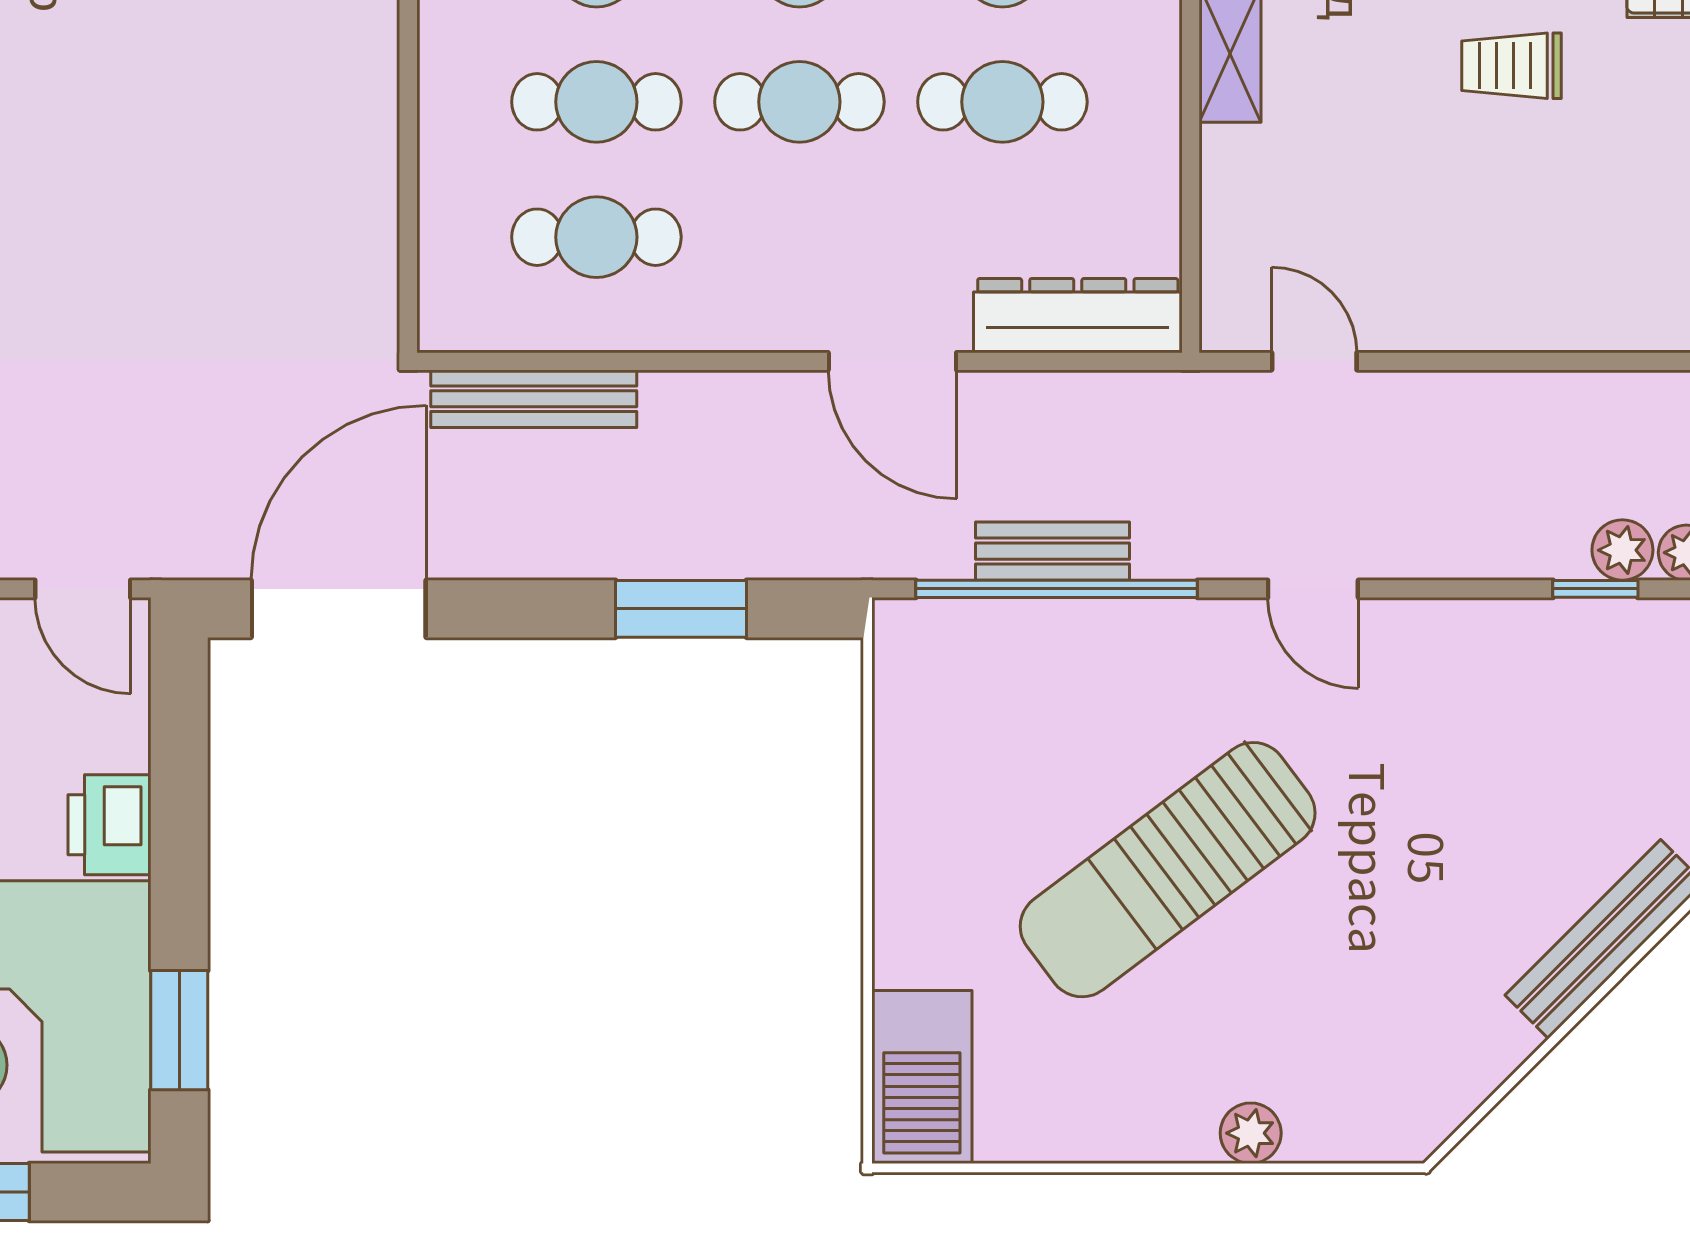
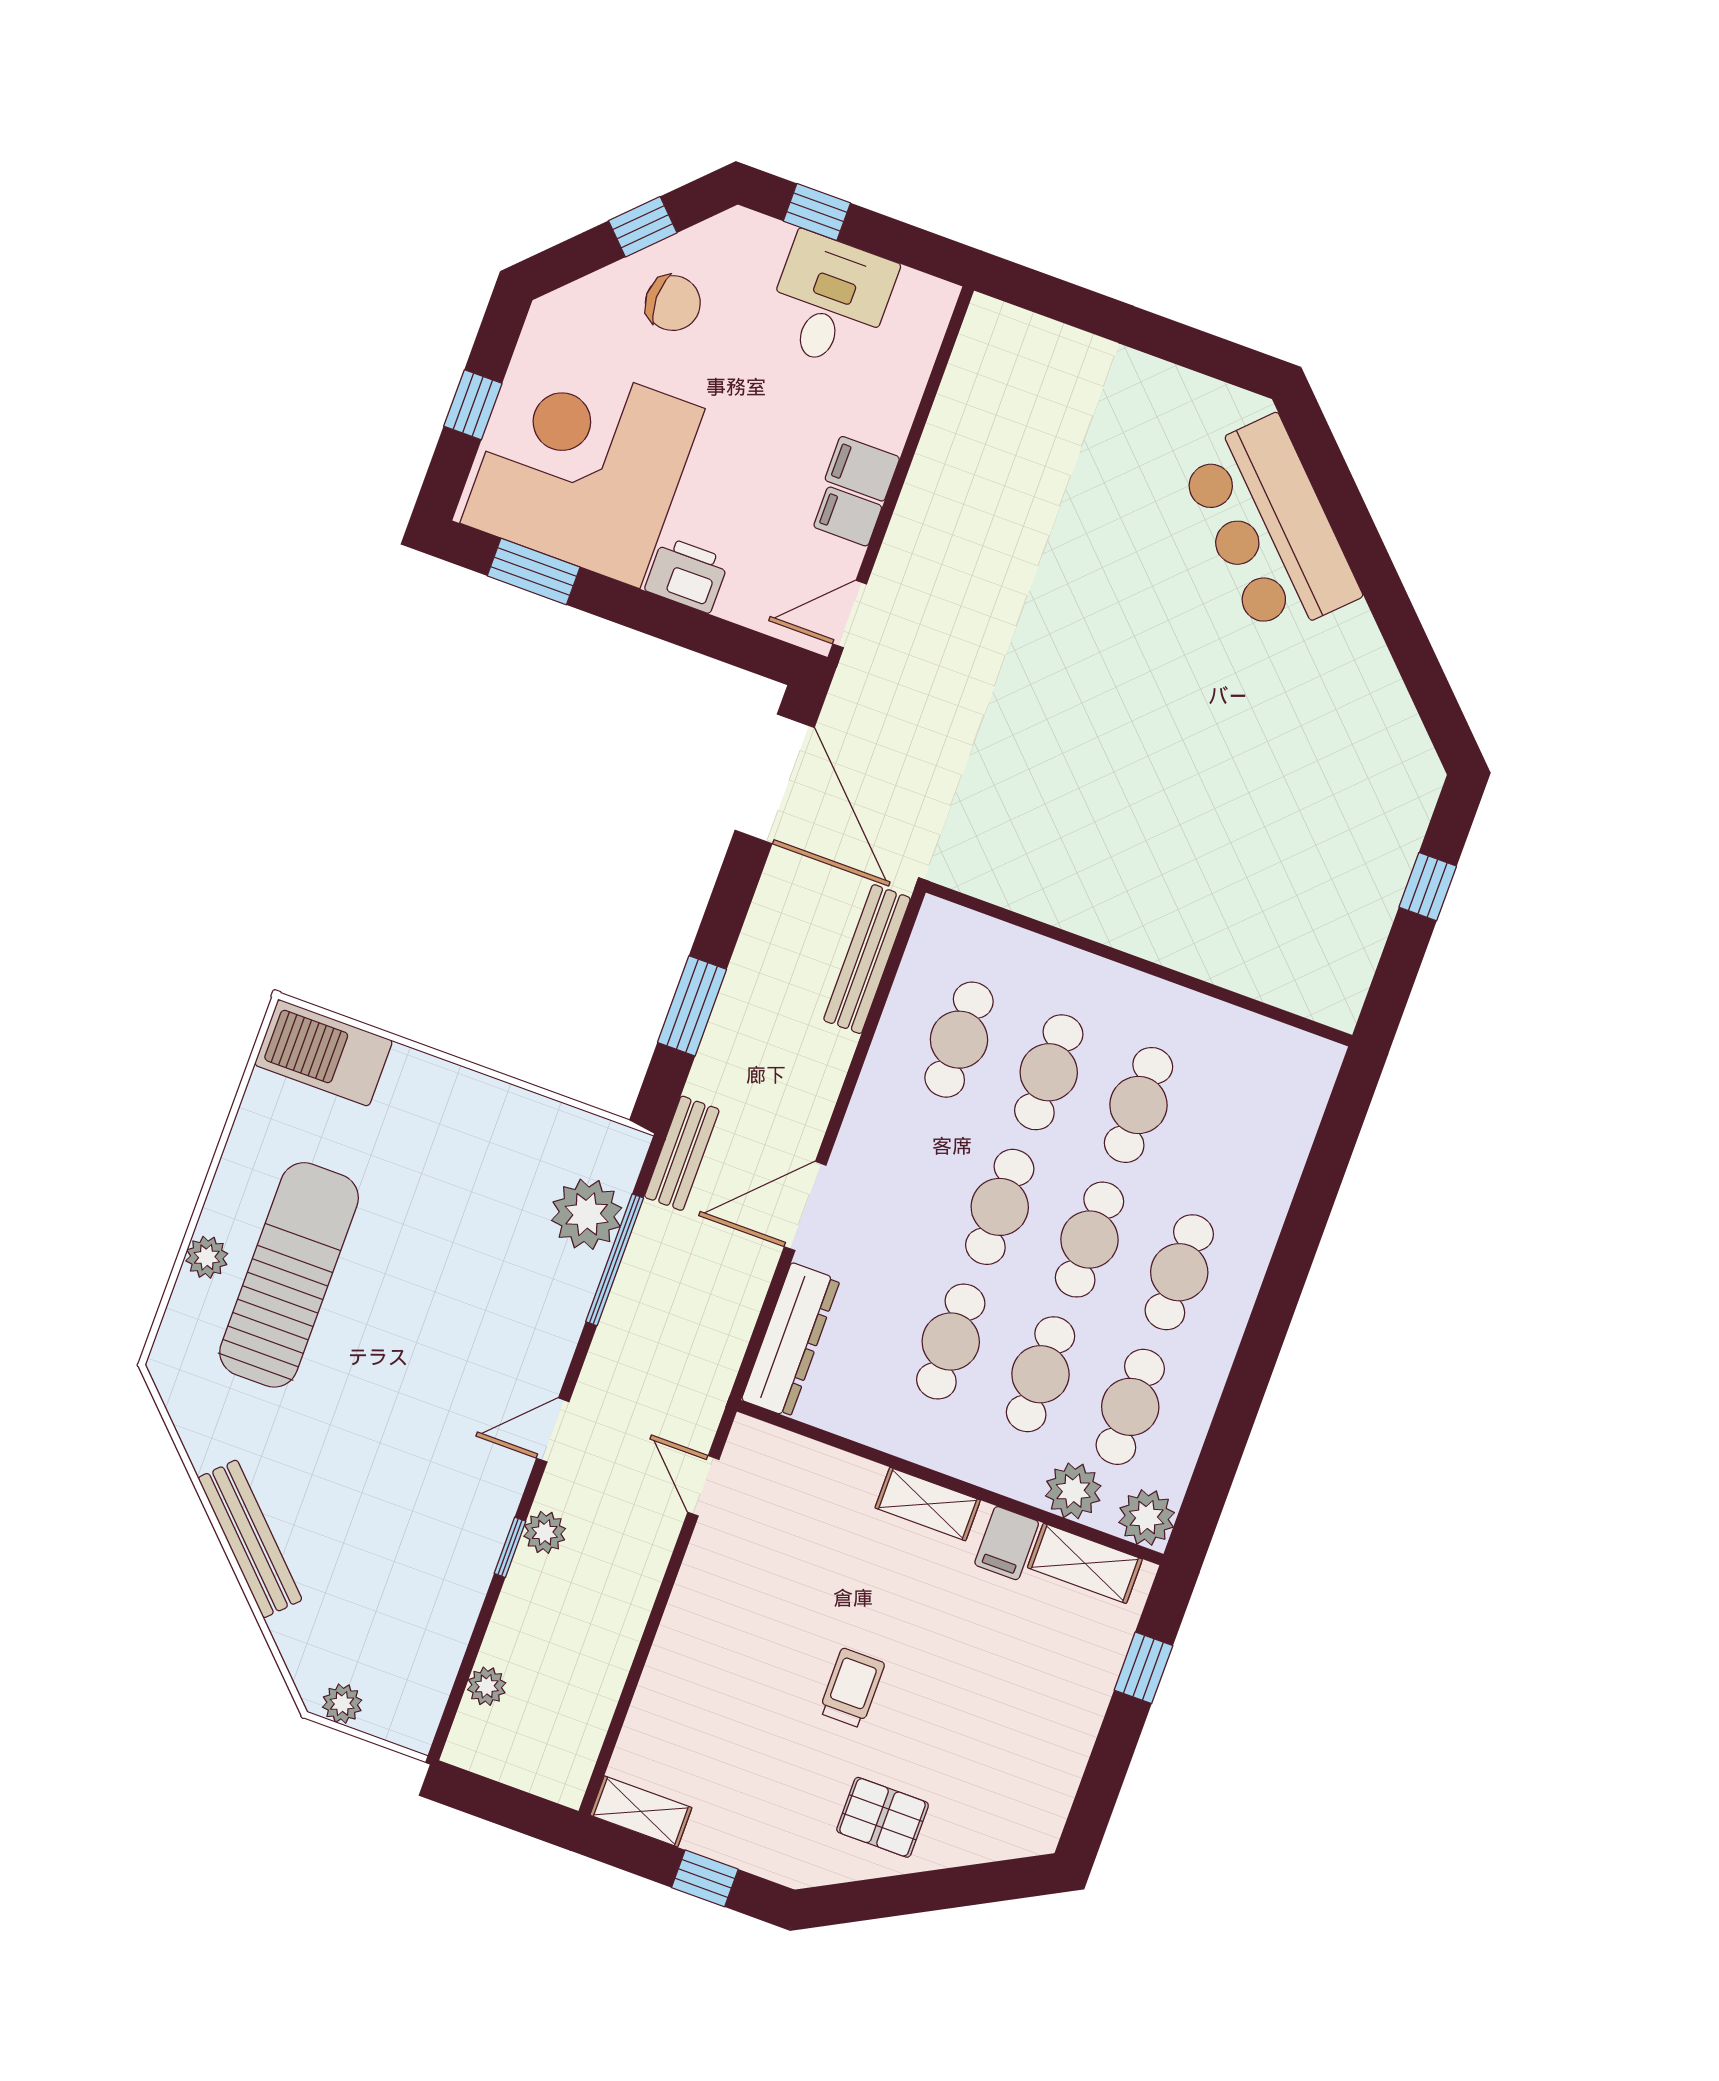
door: (1314, 361) -> (703, 1486), swing flipped
plant: (1622, 550) -> (545, 1532), moved
bench: (1052, 551) -> (682, 1153), moved
window: (1057, 589) -> (615, 1260), width x0.68
window: (1595, 589) -> (510, 1547), moved
plant: (1009, 648) -> (587, 1214), added
sun lounger: (1168, 870) -> (289, 1275), moved, turned 37

